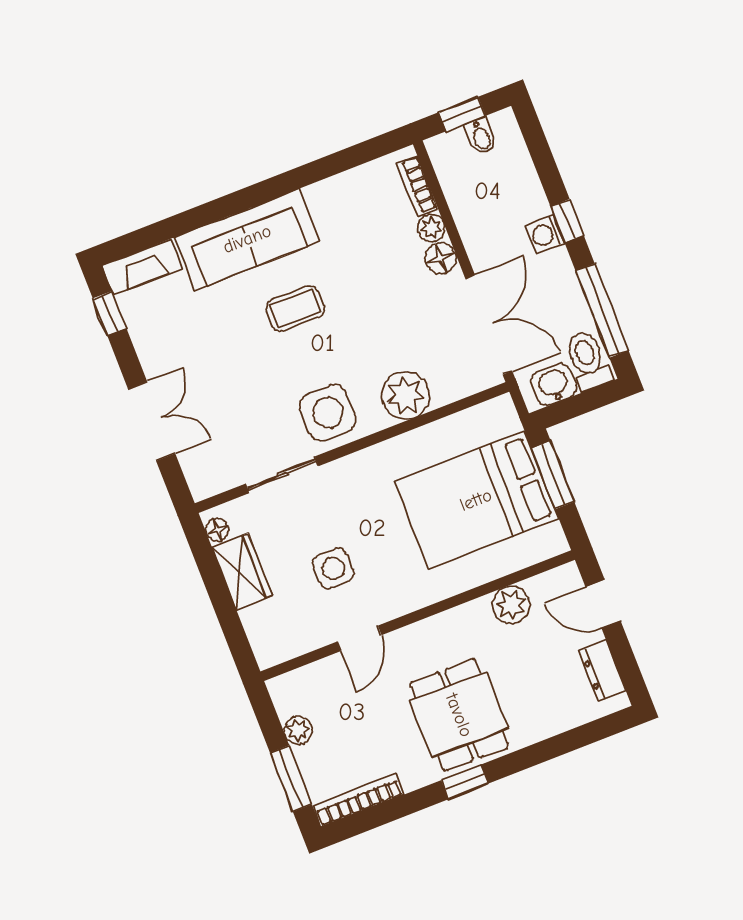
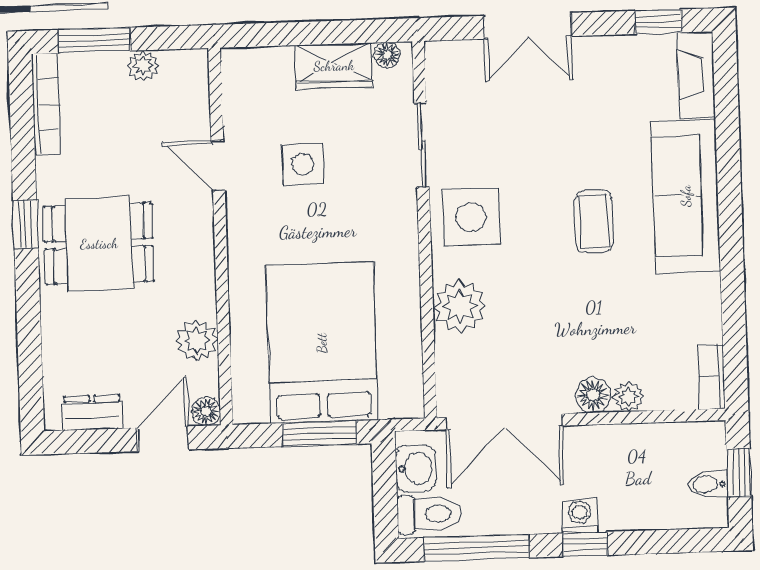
bookcase: (417, 186) -> (711, 377), moved, turned -90
floor lamp: (568, 576) -> (206, 411), added

